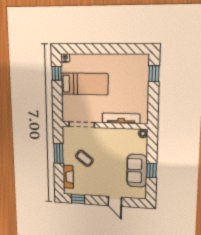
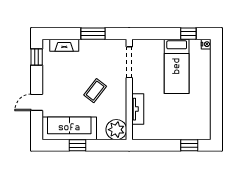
tv unit: (121, 119) -> (138, 109), width x0.71
plant: (143, 134) -> (116, 130), width x1.88, depth x1.88
coffee table: (84, 158) -> (95, 91), moved
sofa: (137, 171) -> (69, 128), width x1.36

